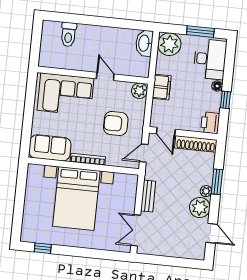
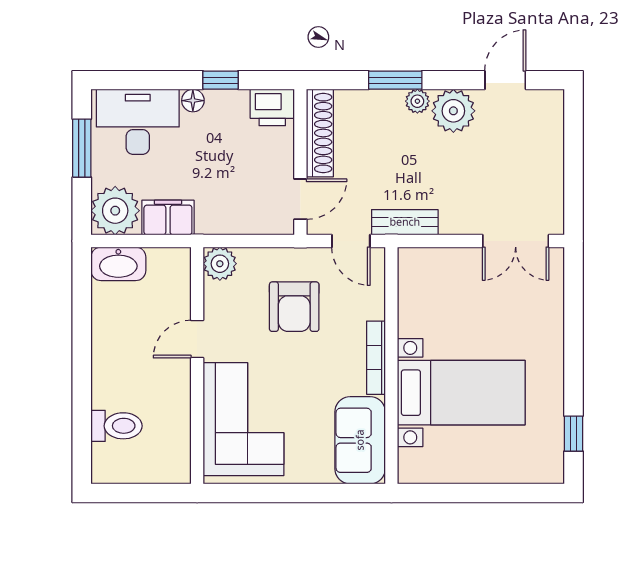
filing cabinet: (162, 87) -> (168, 218), moved
bench: (148, 196) -> (405, 222), moved
bed with nightstands: (76, 198) -> (461, 393), width x0.73

